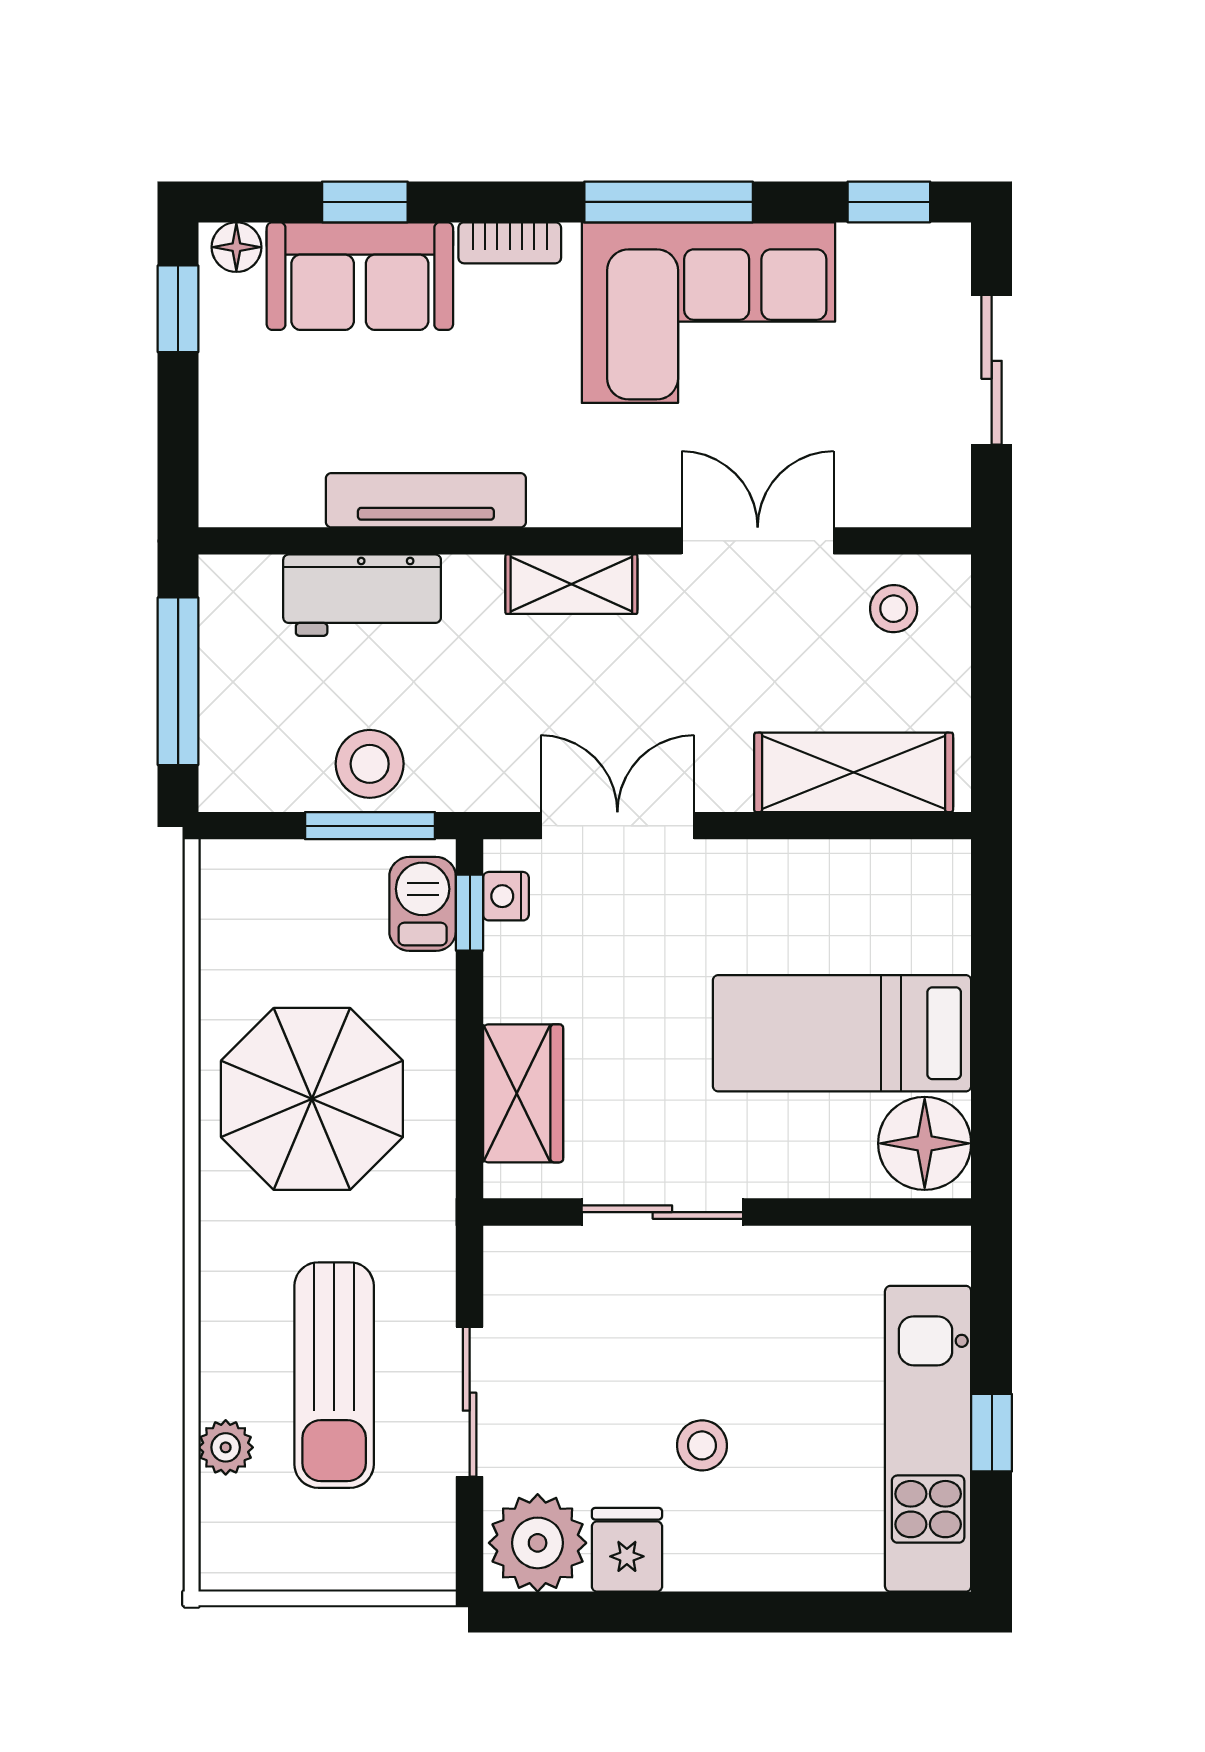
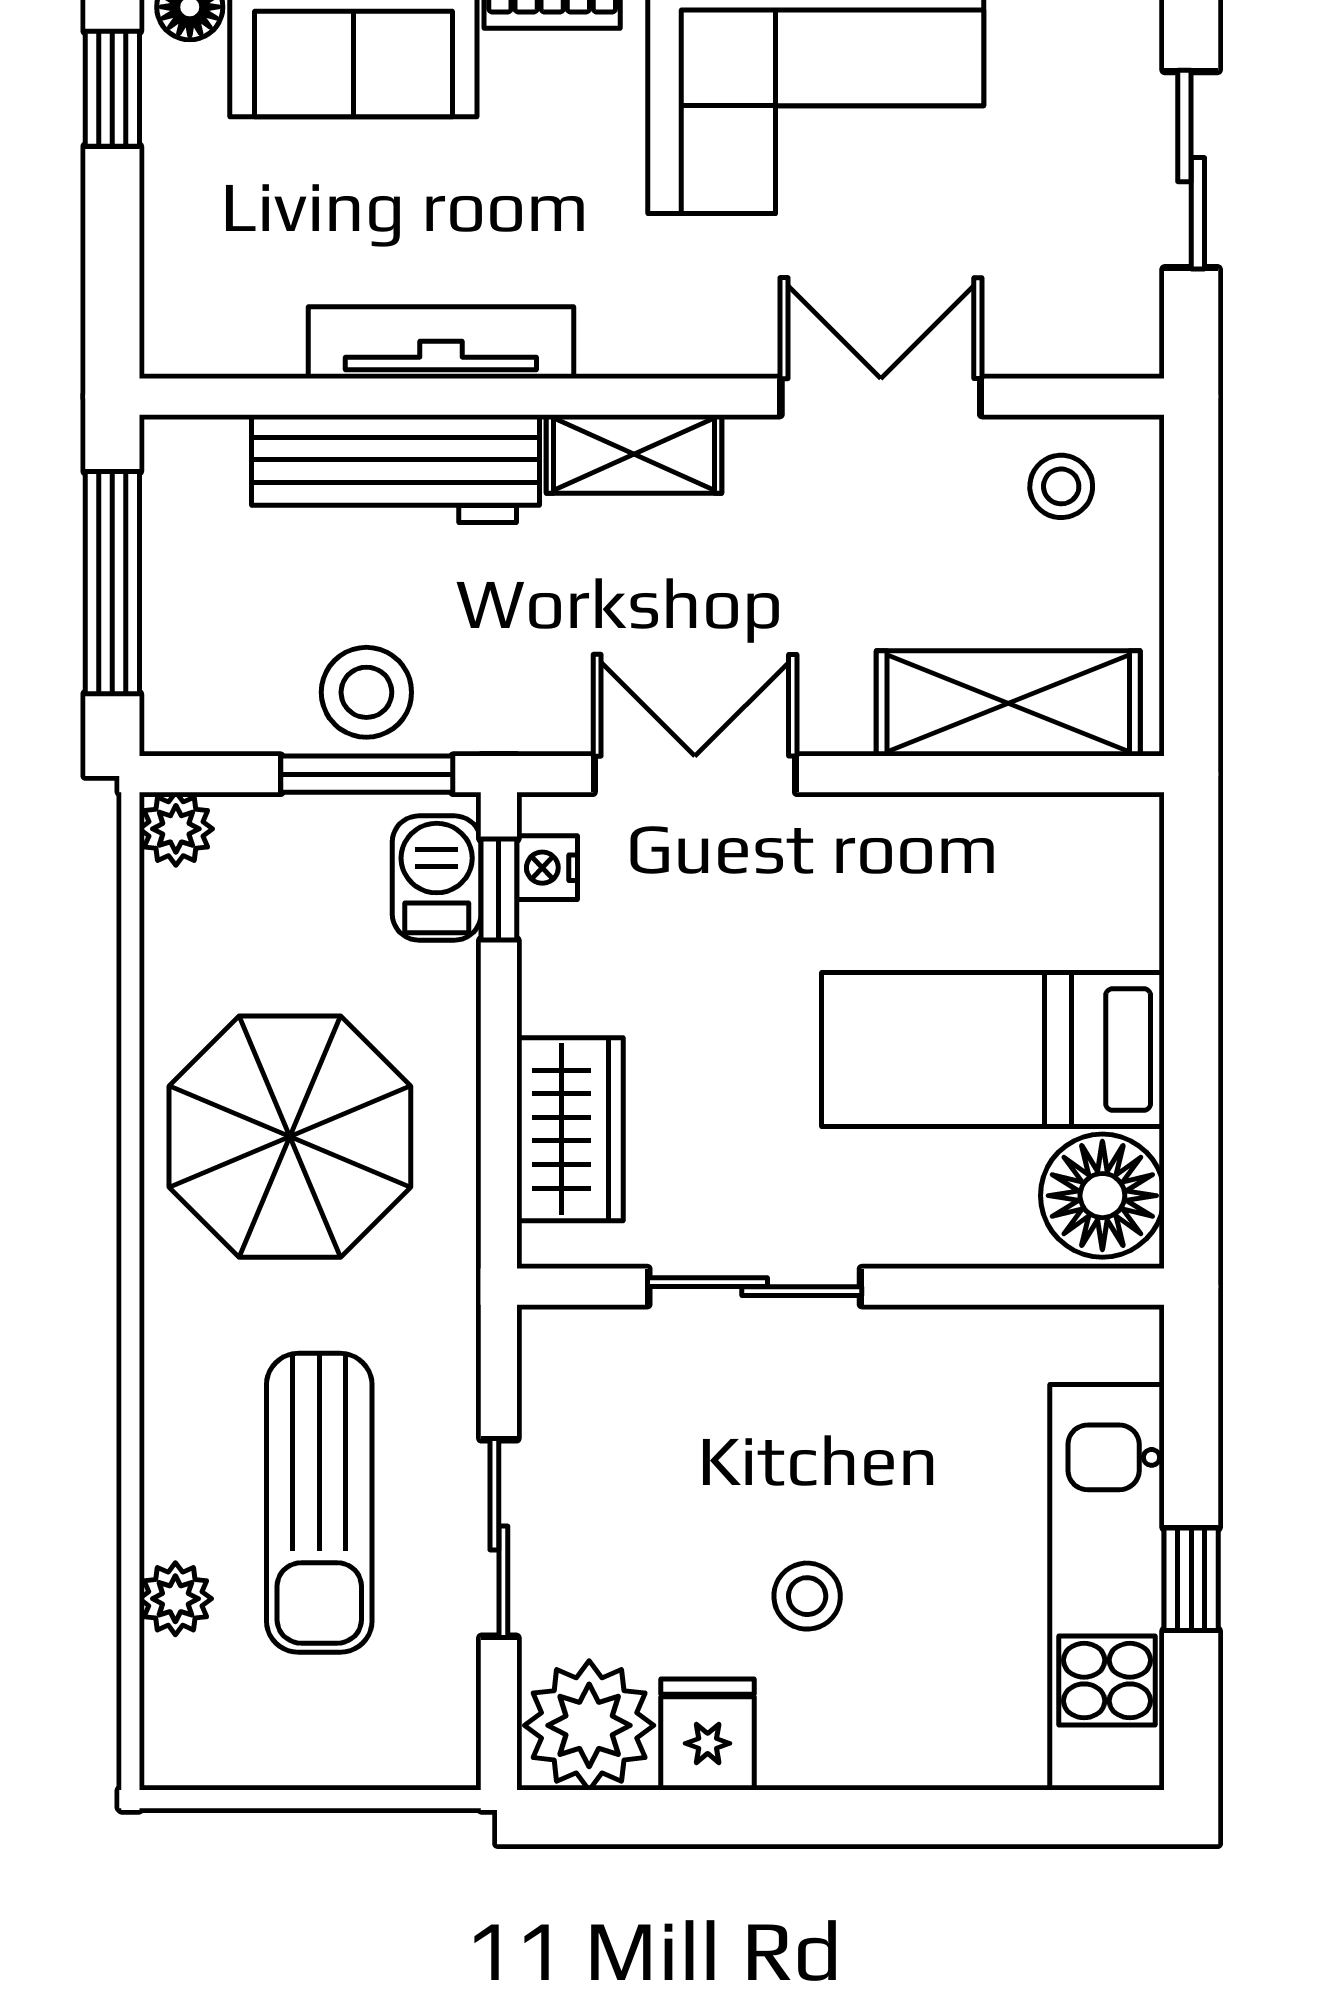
workbench: (362, 595) -> (395, 469), width x1.38
plant: (226, 867) -> (176, 829), added

